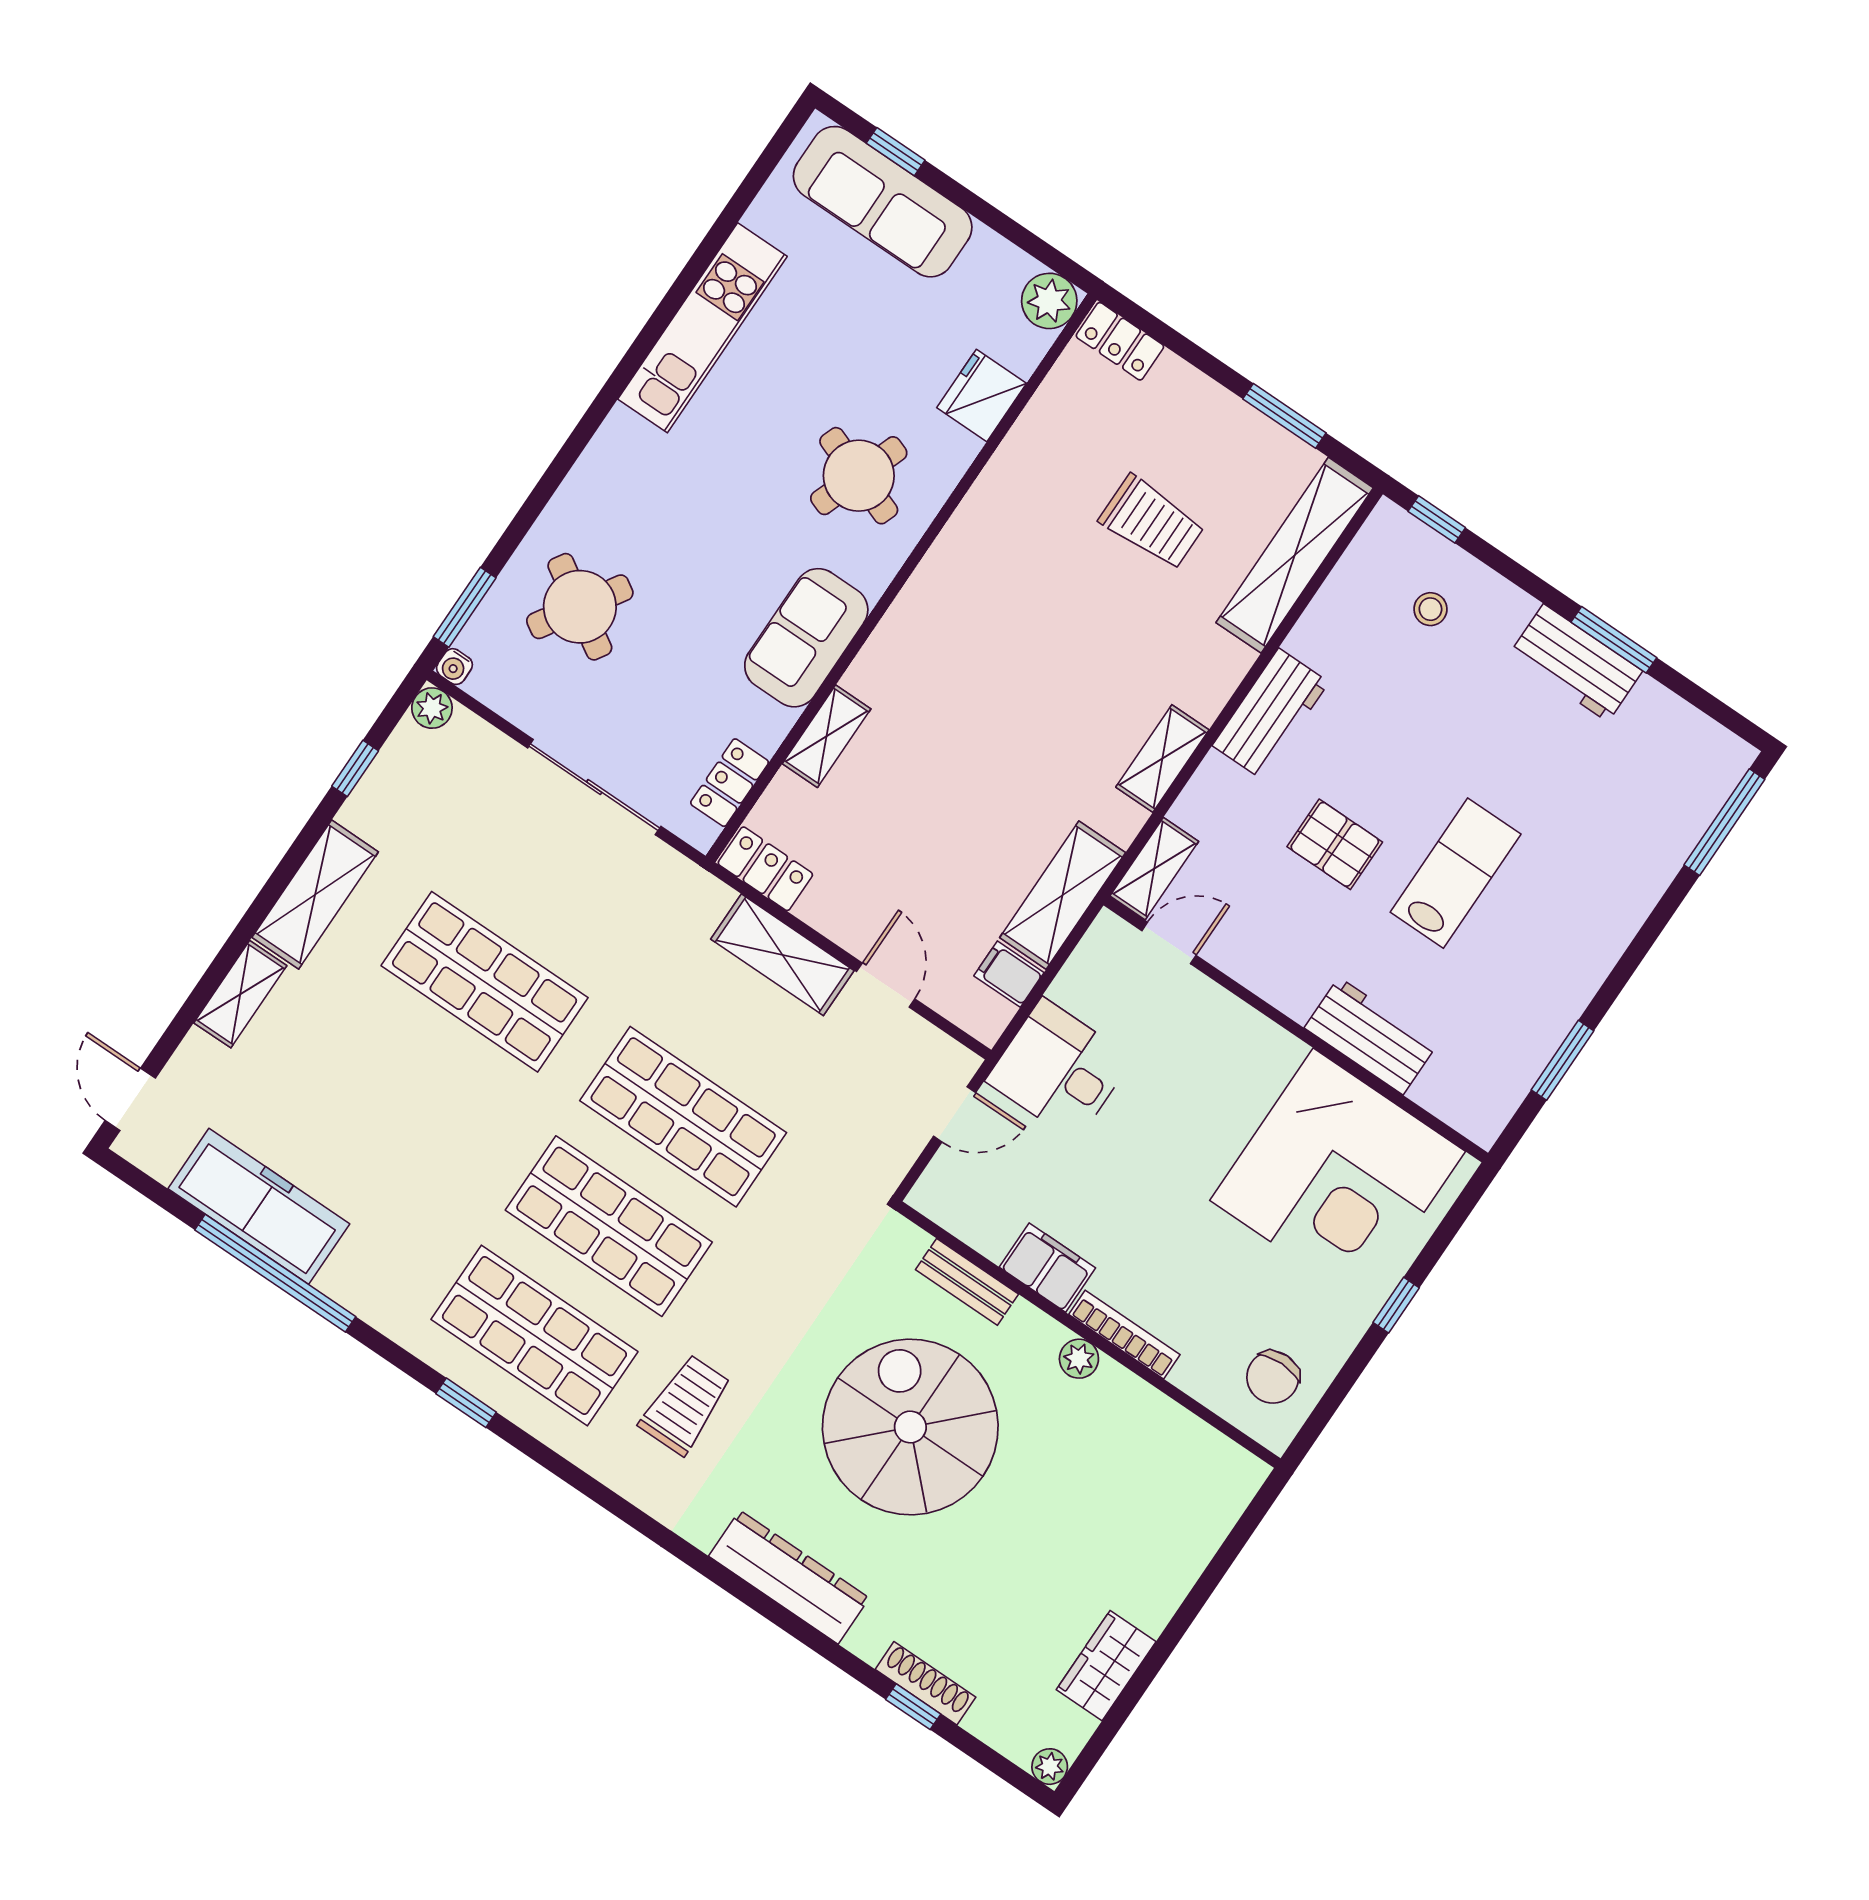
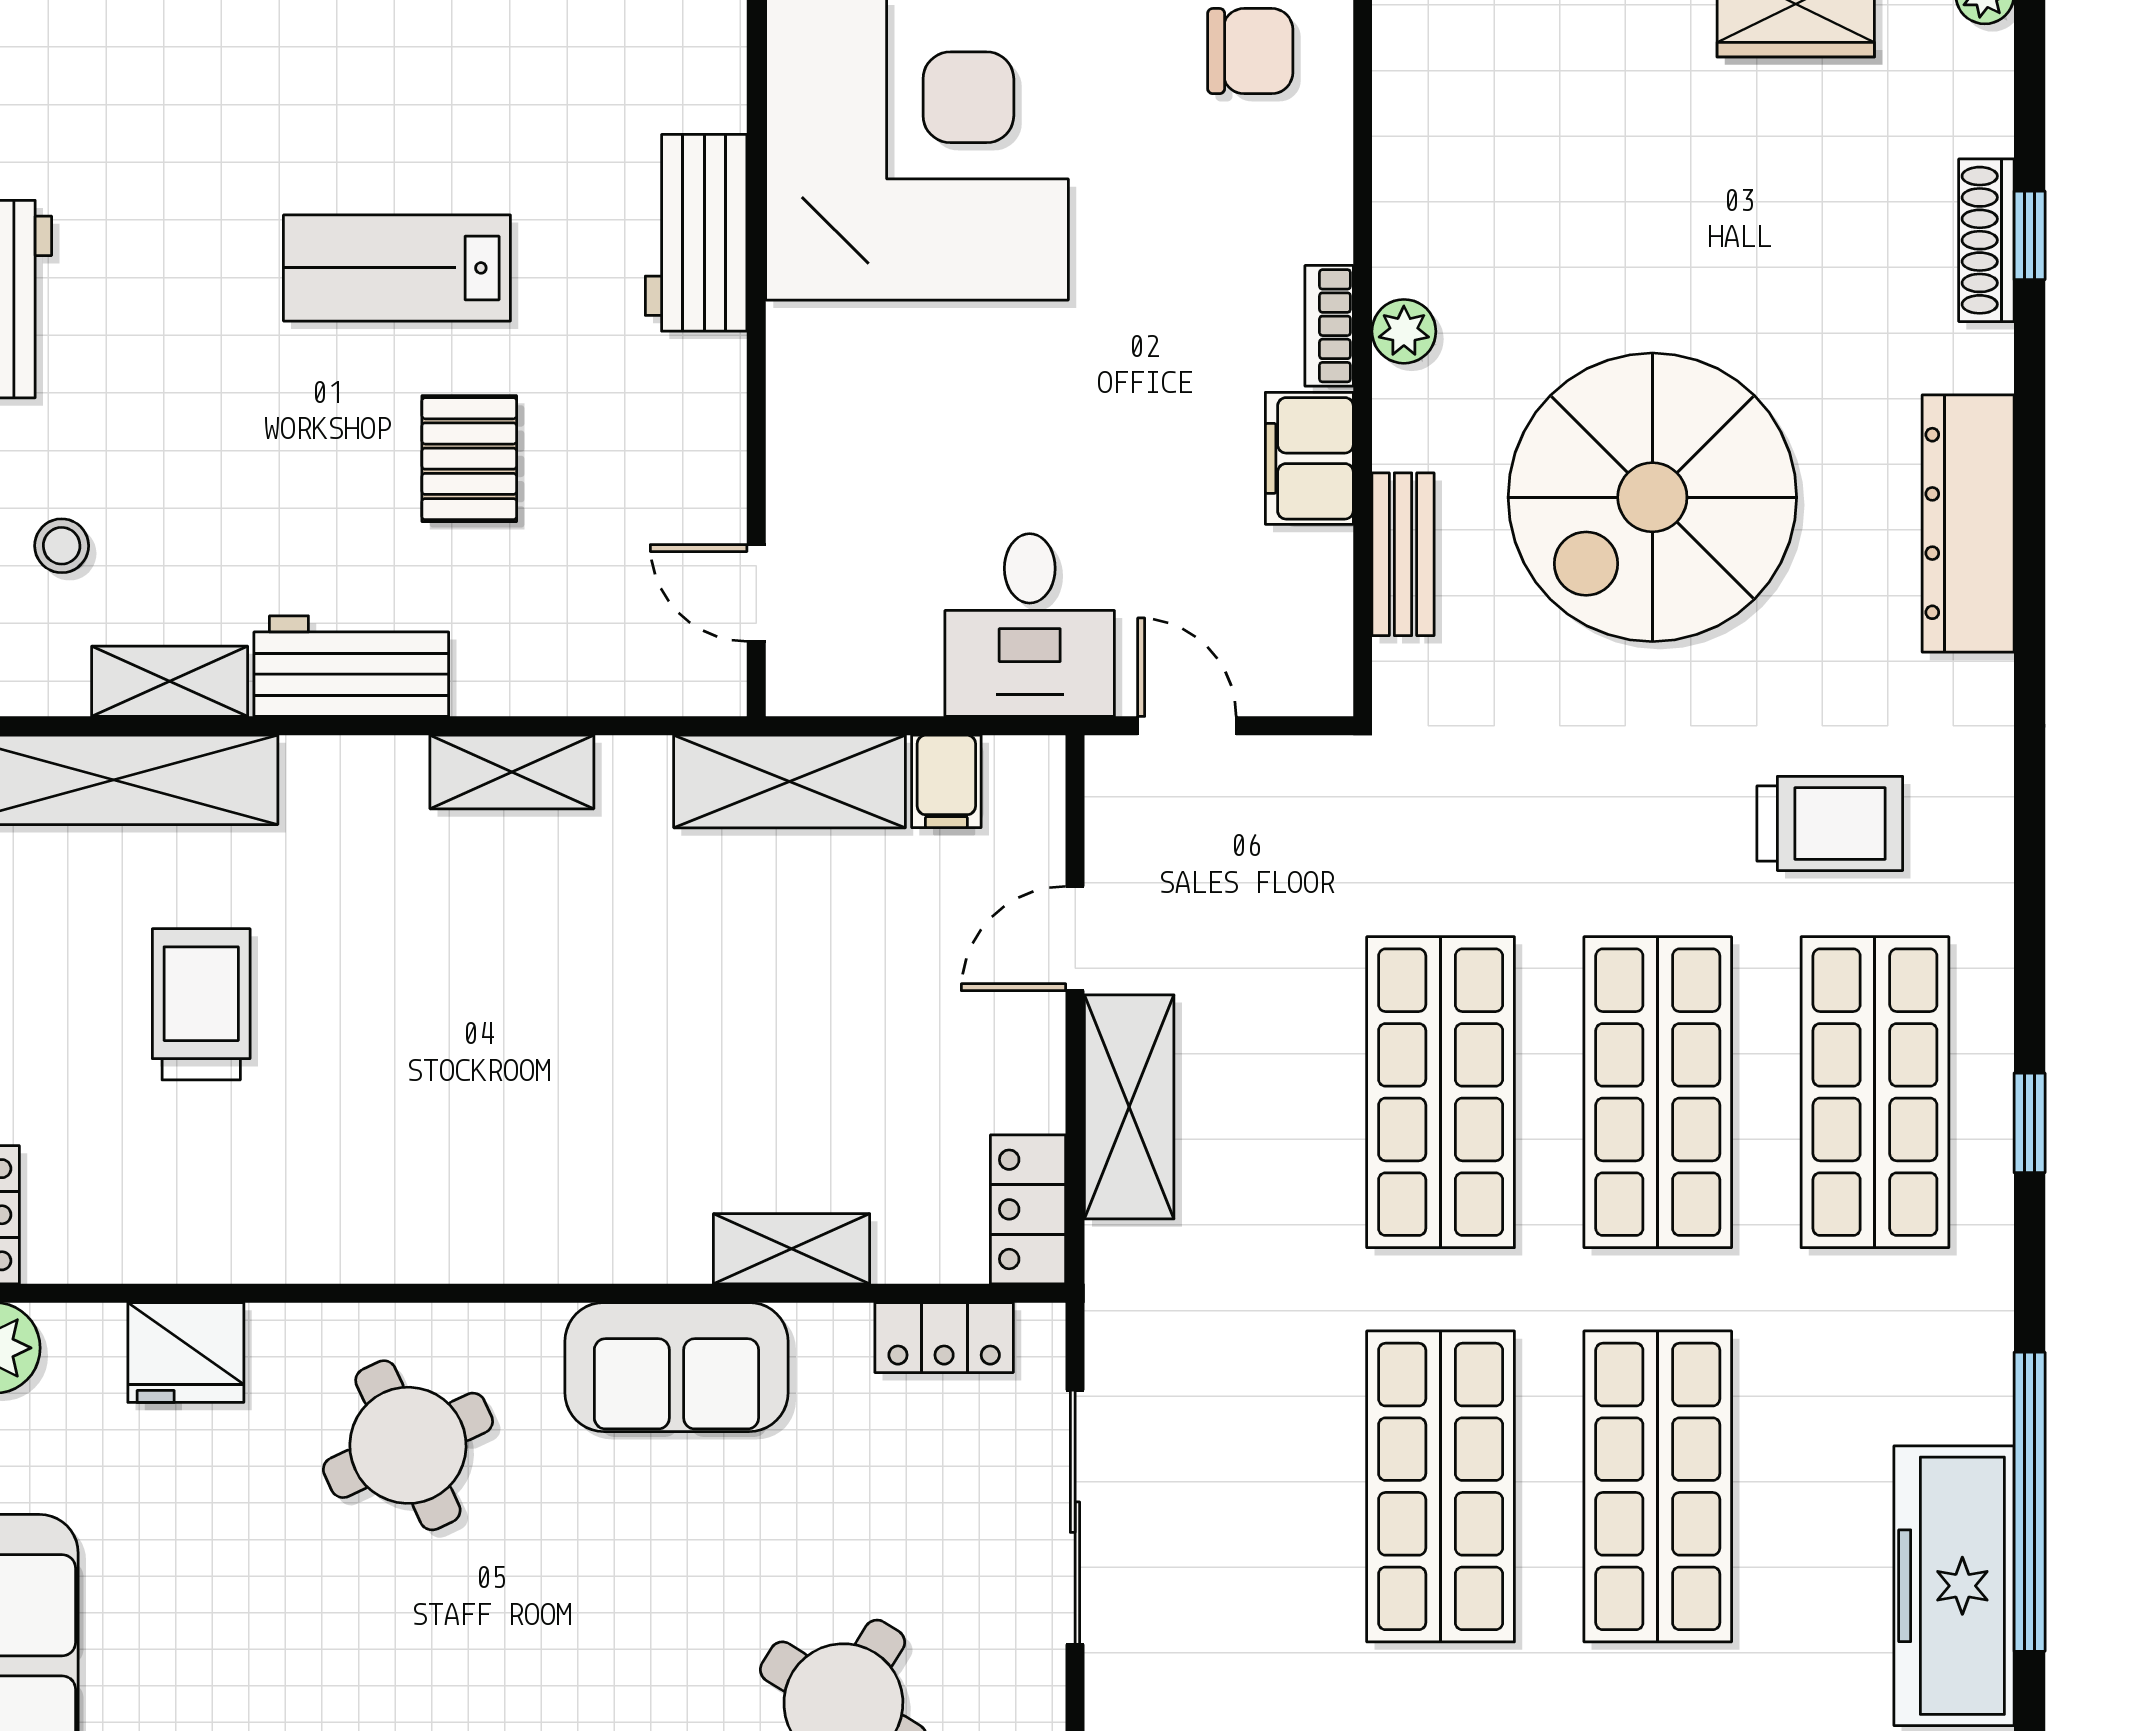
round table: (859, 476) -> (408, 1445), turned 45
shelving: (1154, 869) -> (170, 681), moved
shop shelf: (410, 1091) -> (1658, 1486), added
bookcase: (1124, 1335) -> (1329, 326), width x0.64
trolley: (685, 1405) -> (1830, 823), turned 180

